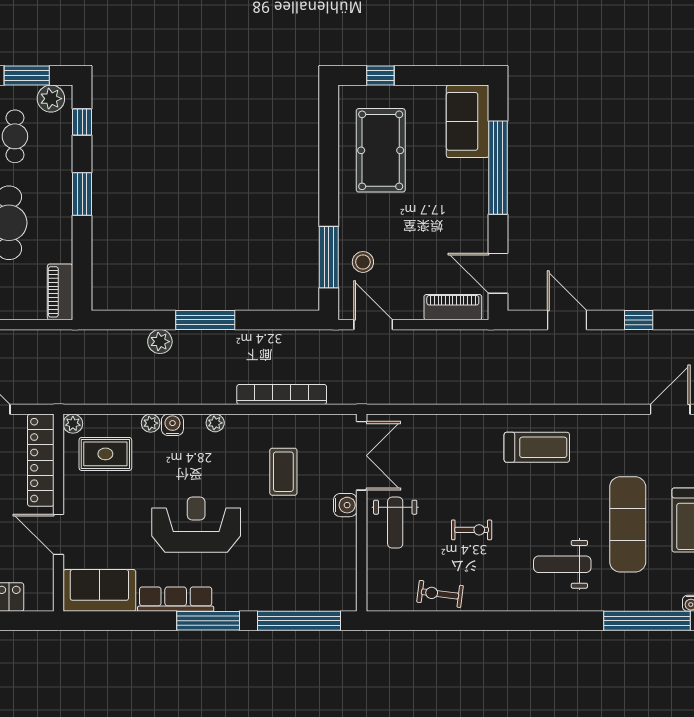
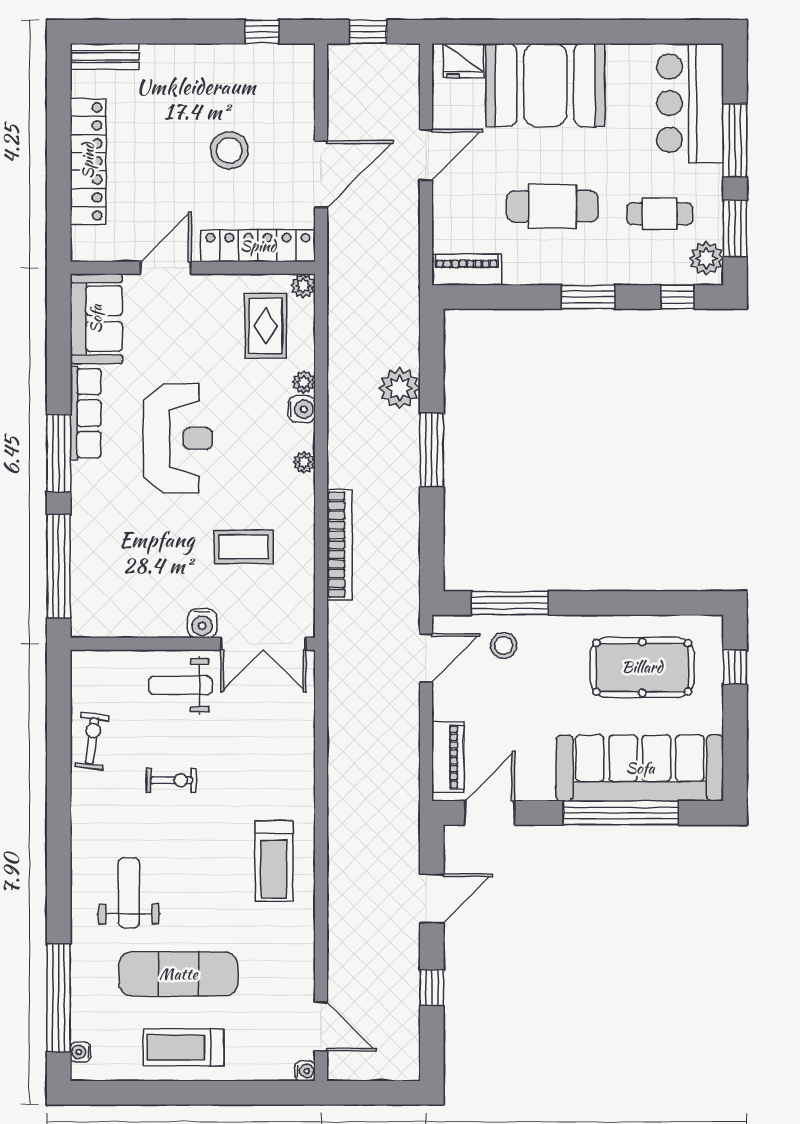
sofa: (468, 121) -> (640, 768), width x1.85, depth x1.27
plant: (160, 342) -> (400, 388), width x1.36, depth x1.36
exercise bike: (472, 530) -> (171, 780), turned -90

